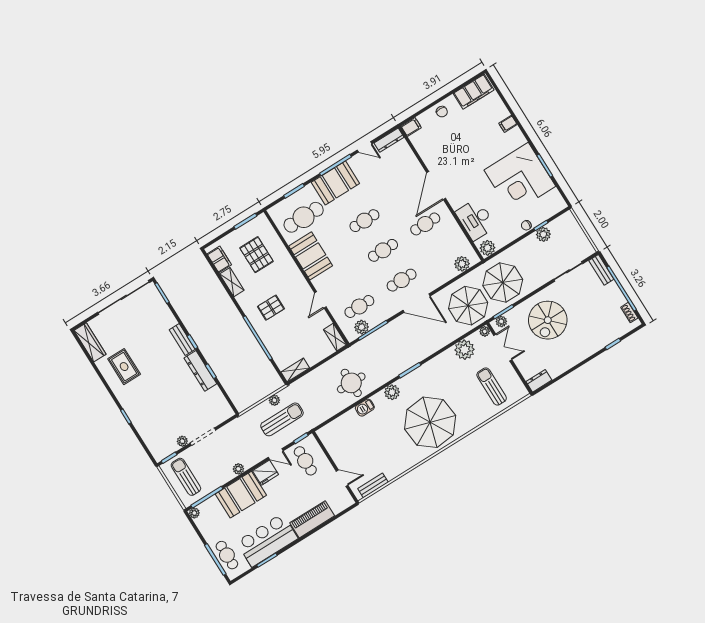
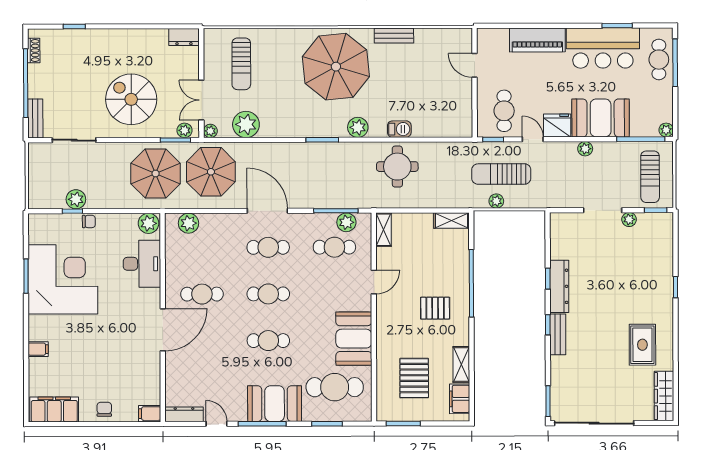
spiral stairs: (548, 320) -> (131, 99), turned -90
bench: (373, 485) -> (394, 36), moved

